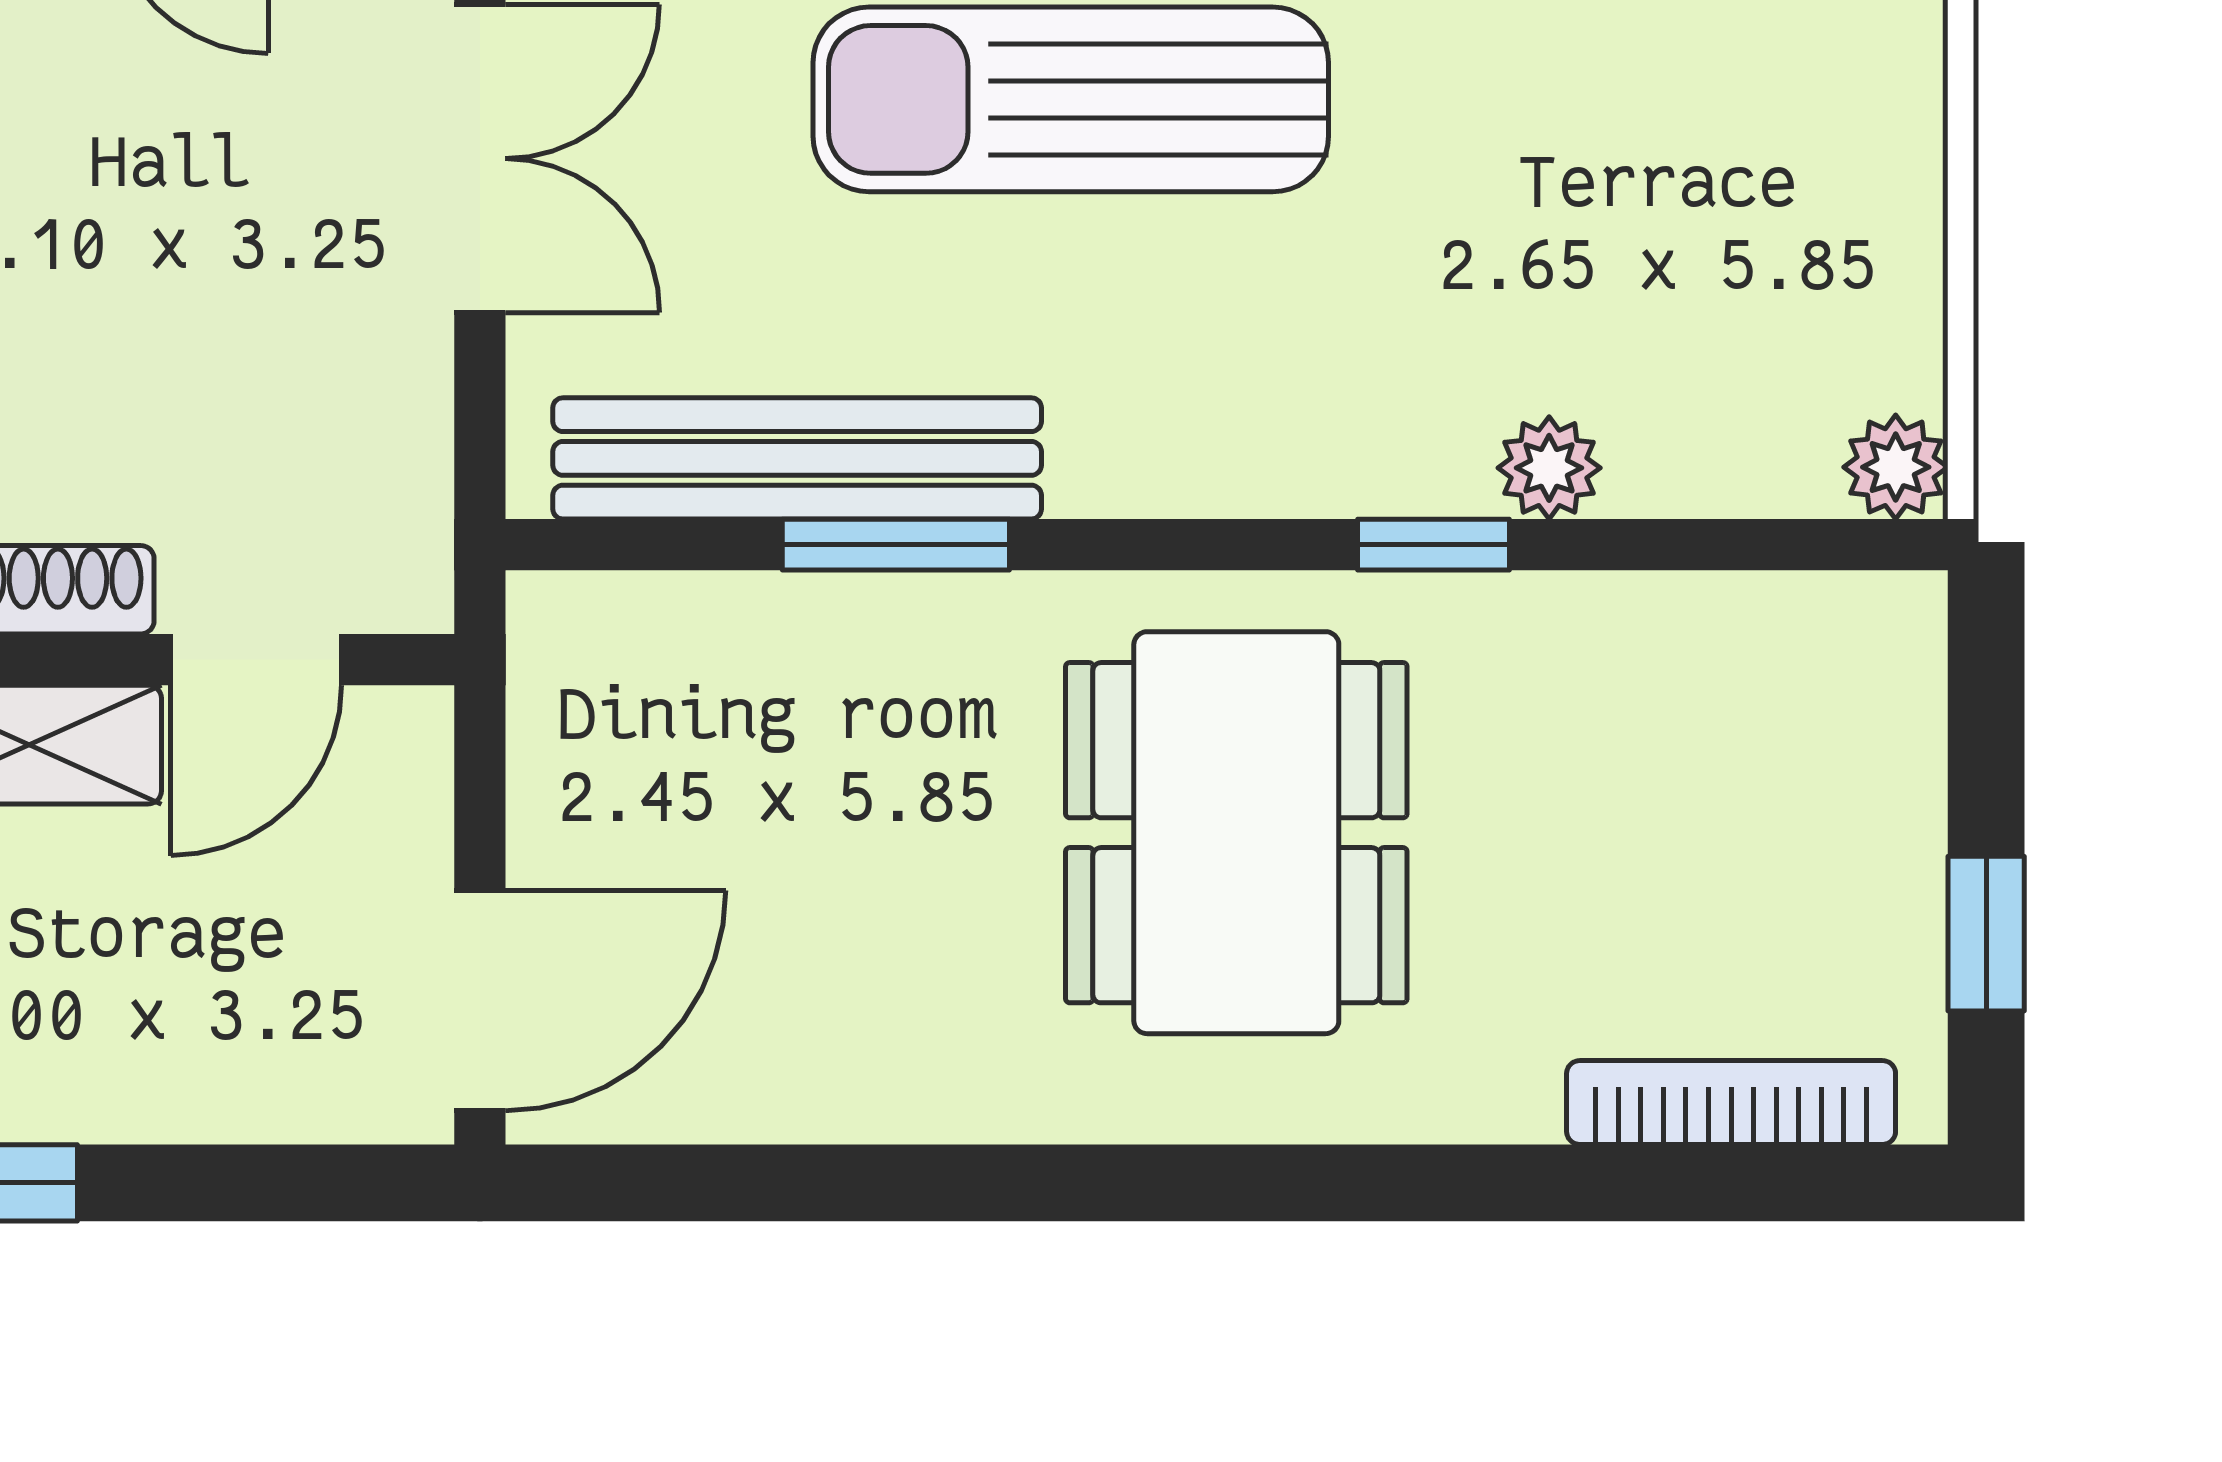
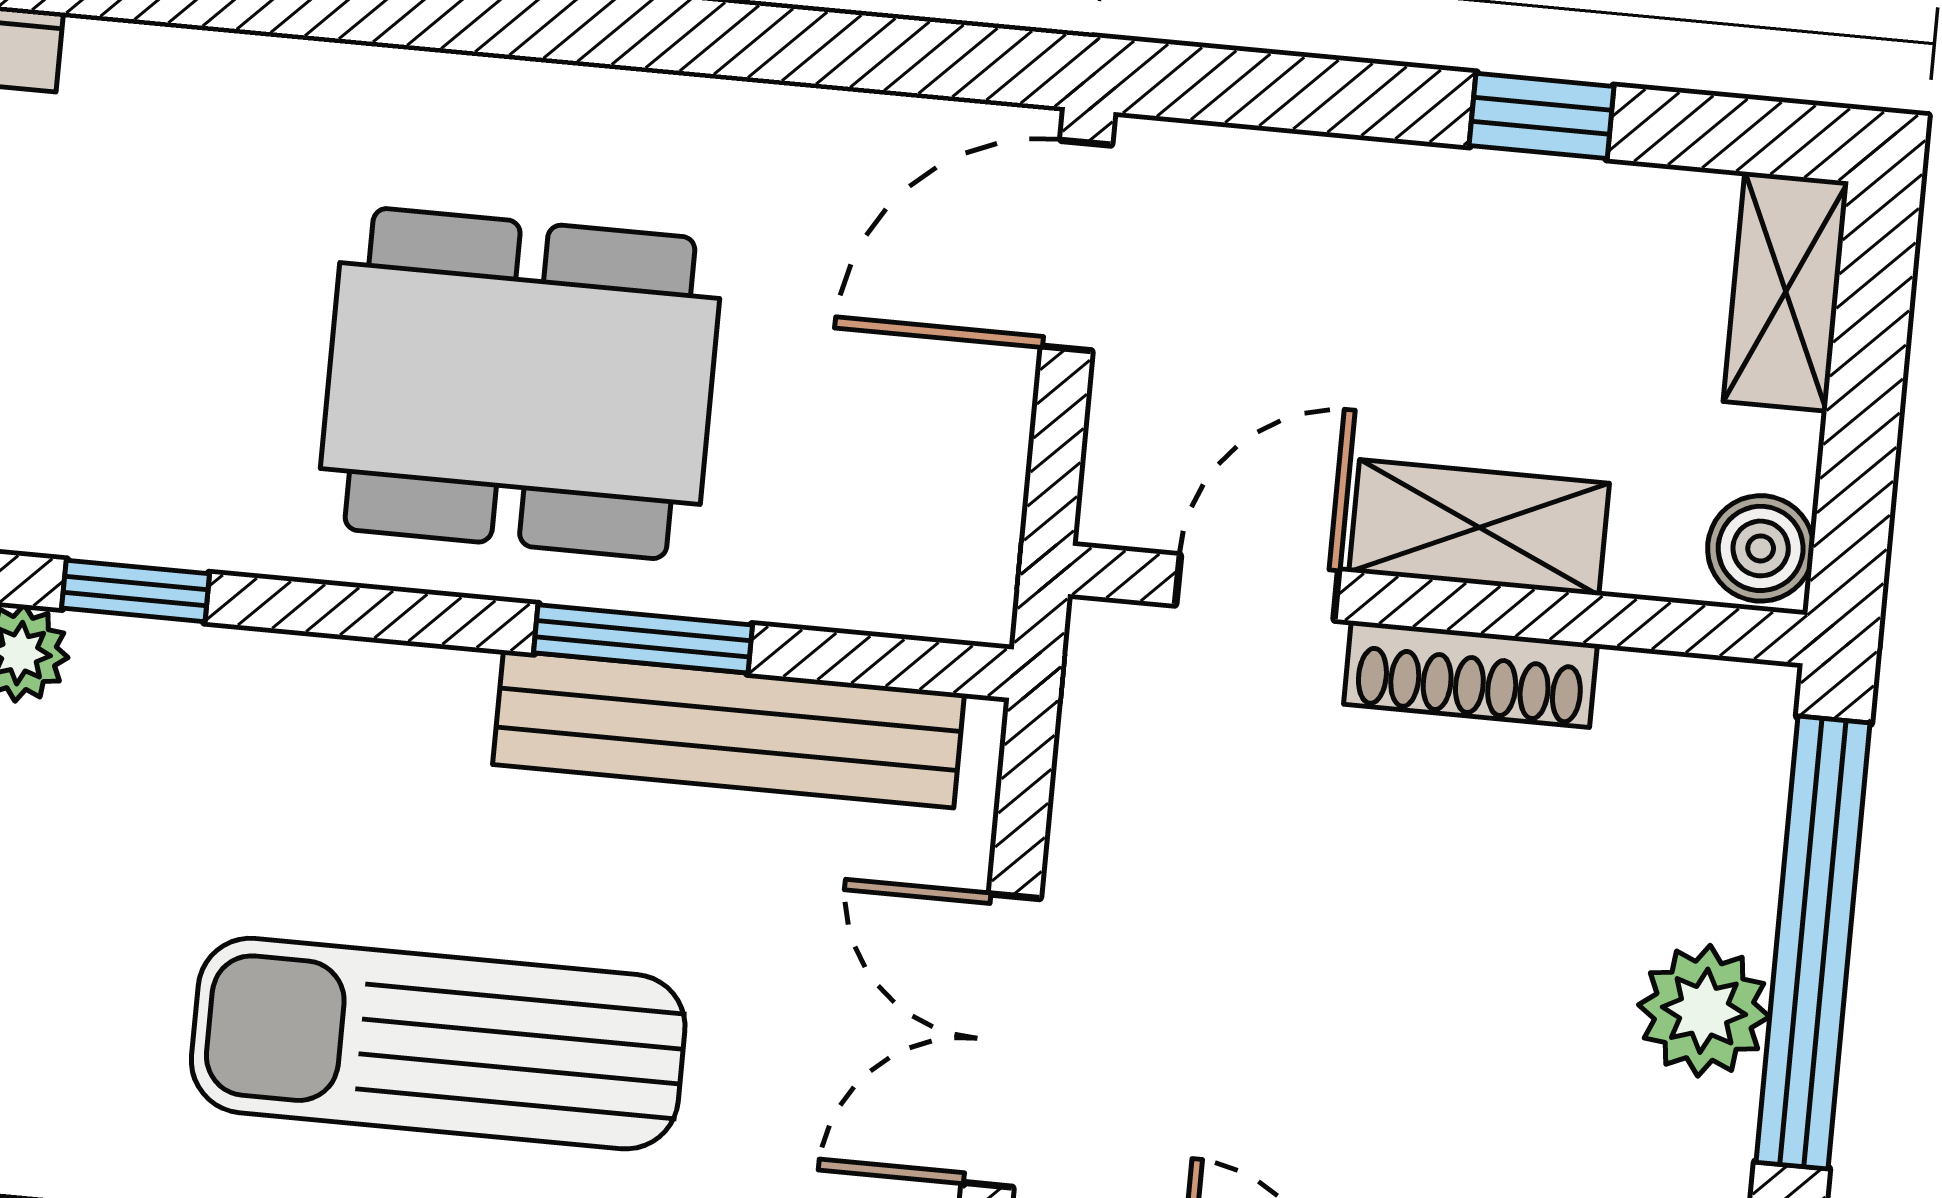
sun lounger: (1071, 99) -> (438, 1044), turned 180
dining table: (1236, 833) -> (520, 384), moved, turned 90

